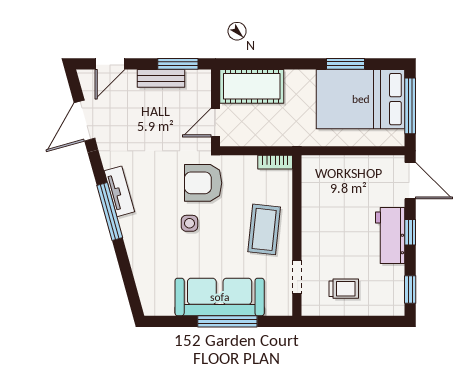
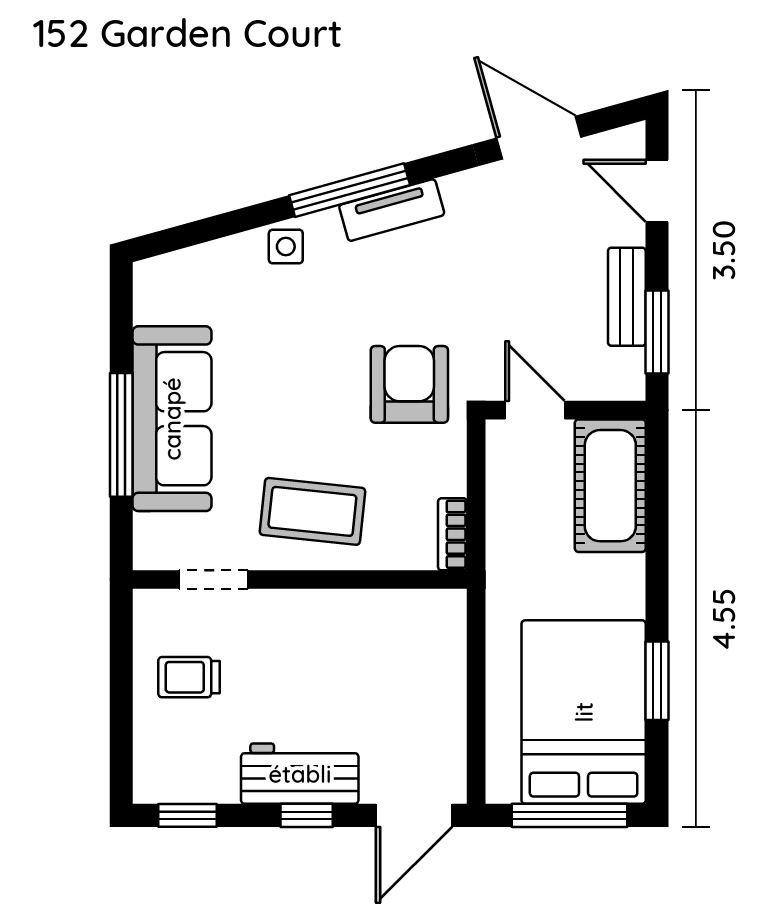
side table: (189, 223) -> (286, 247), moved
trolley: (344, 289) -> (189, 677), turned 90

